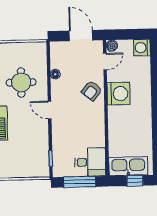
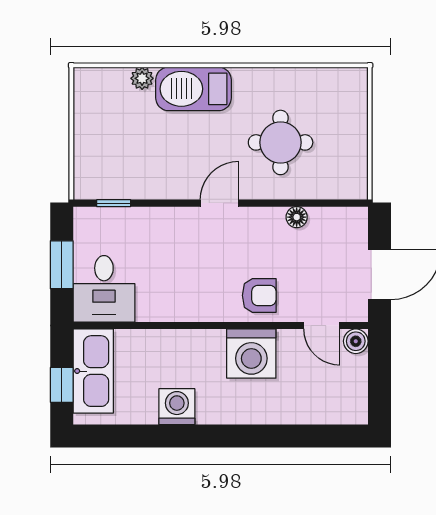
washing machine: (142, 48) -> (177, 407), moved
armchair: (92, 91) -> (259, 295), turned 141
window: (80, 182) -> (62, 265), width x0.69

